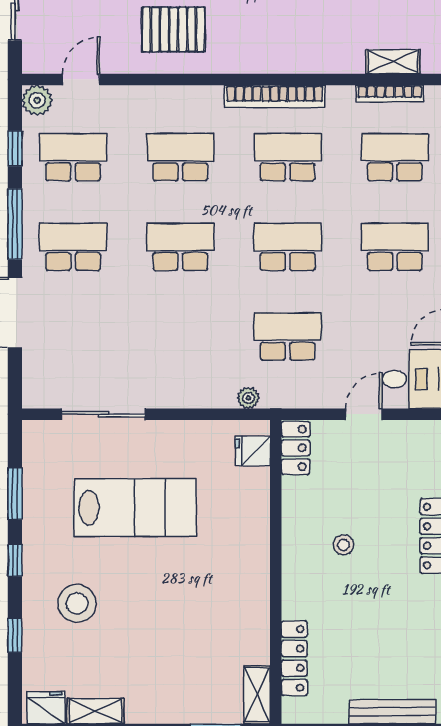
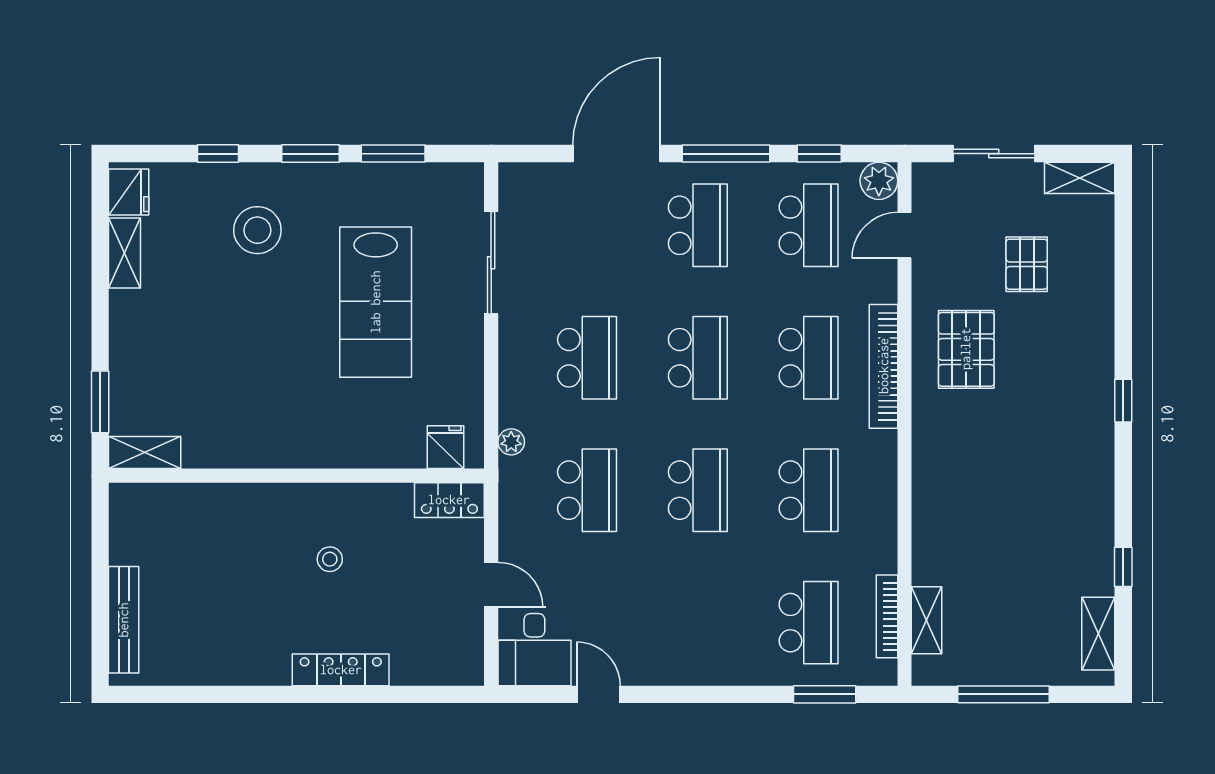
door: (81, 79) -> (905, 235), swing flipped
bookcase: (275, 96) -> (884, 366), moved
school desk: (395, 247) -> (587, 358), moved
window: (15, 560) -> (310, 154), width x1.50
locker: (294, 658) -> (190, 498), removed

